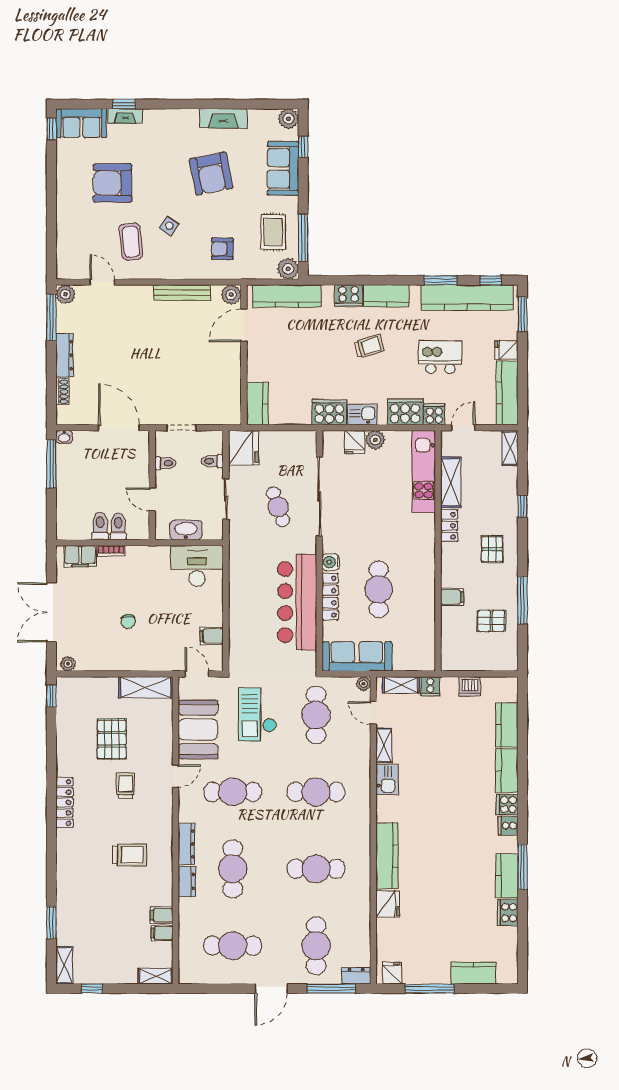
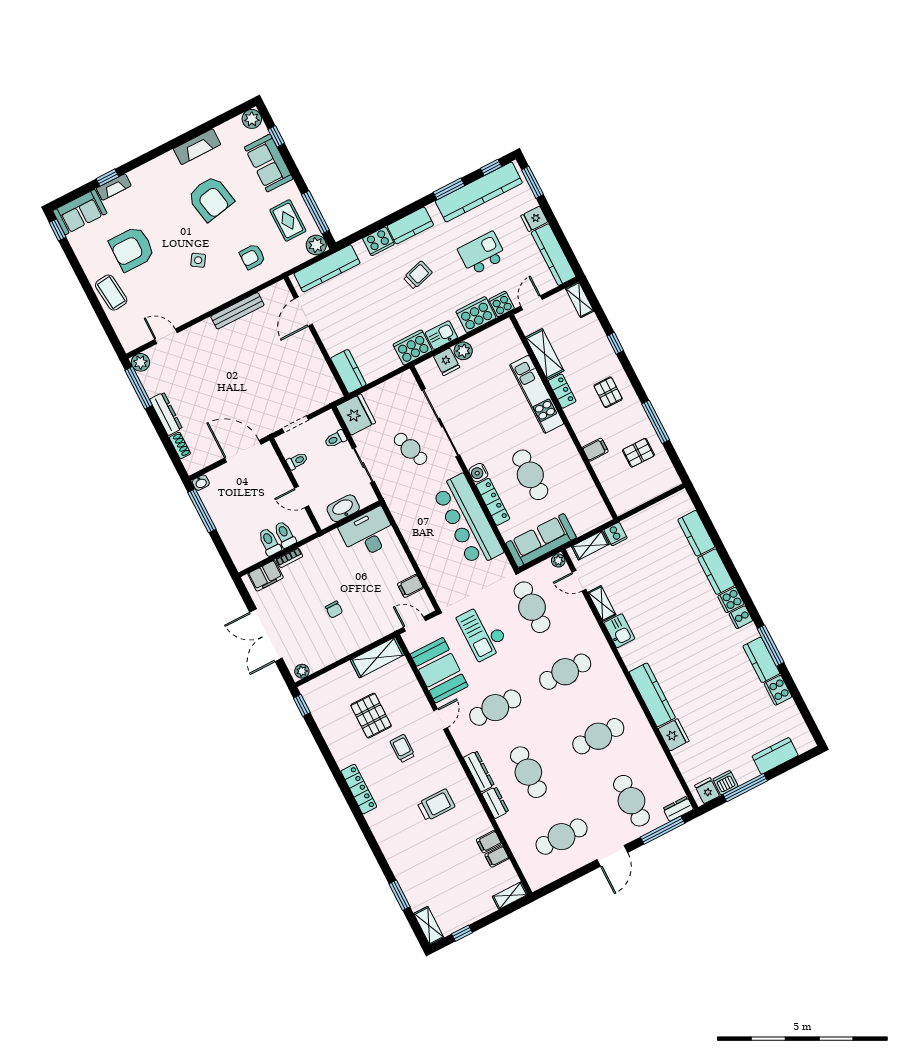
coffee table: (131, 242) -> (111, 293), moved
plant: (231, 295) -> (280, 291), removed
kitchen unit: (424, 471) -> (537, 394), moved
dishwasher: (470, 686) -> (725, 783), moved, turned 180

